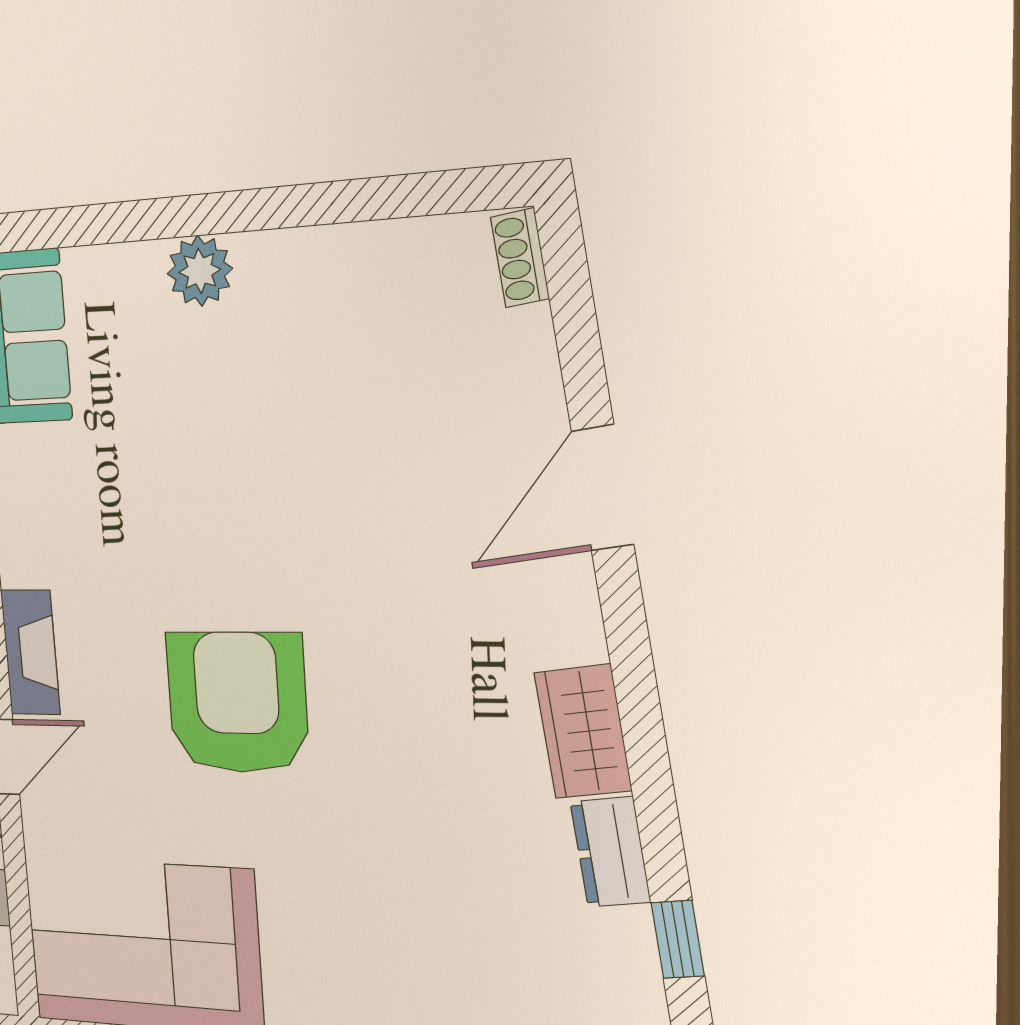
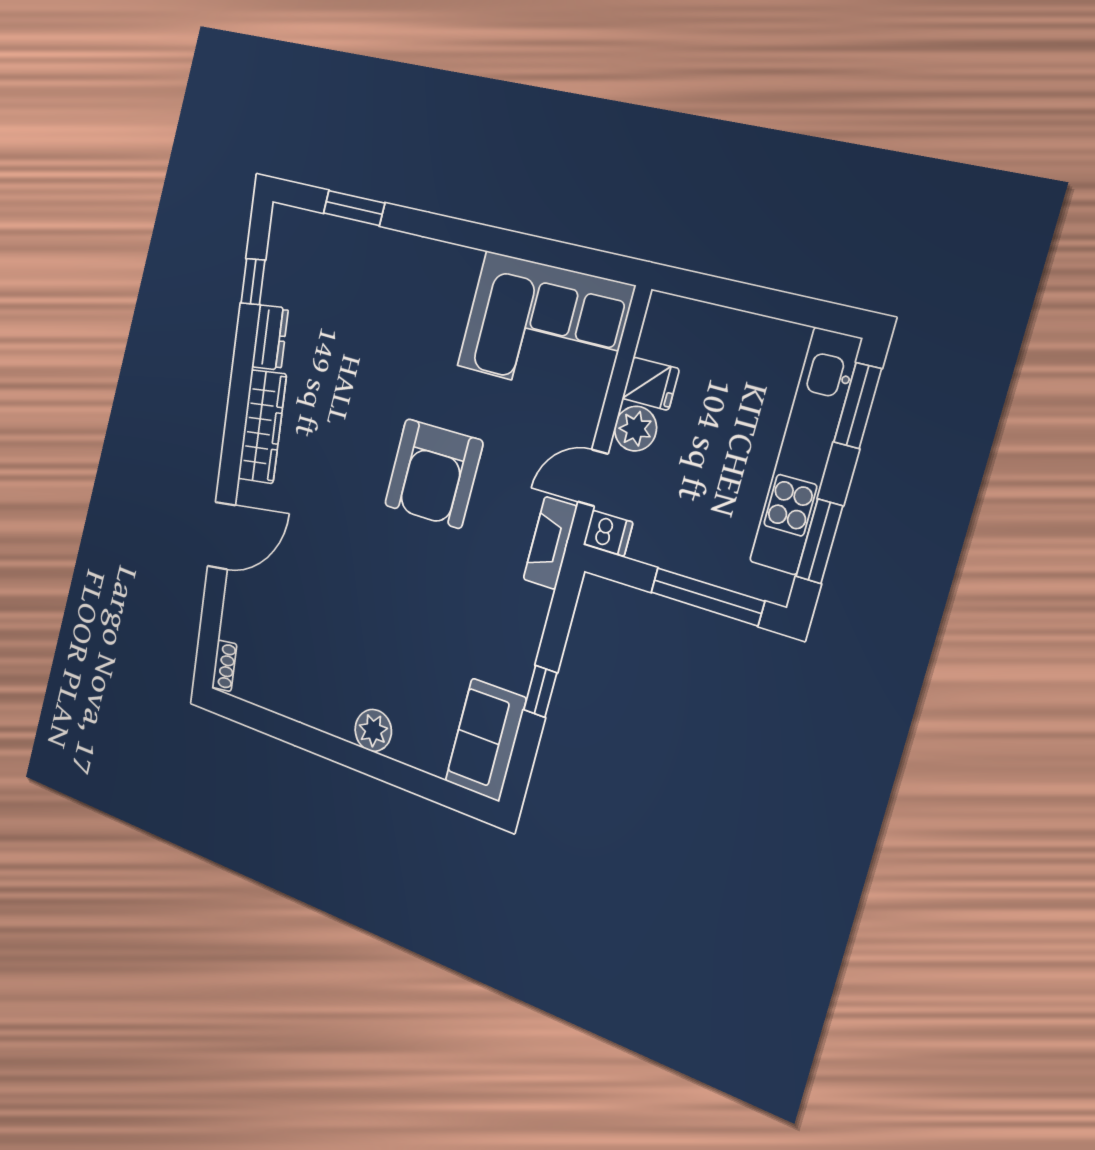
wardrobe: (583, 732) -> (262, 426), width x1.50

